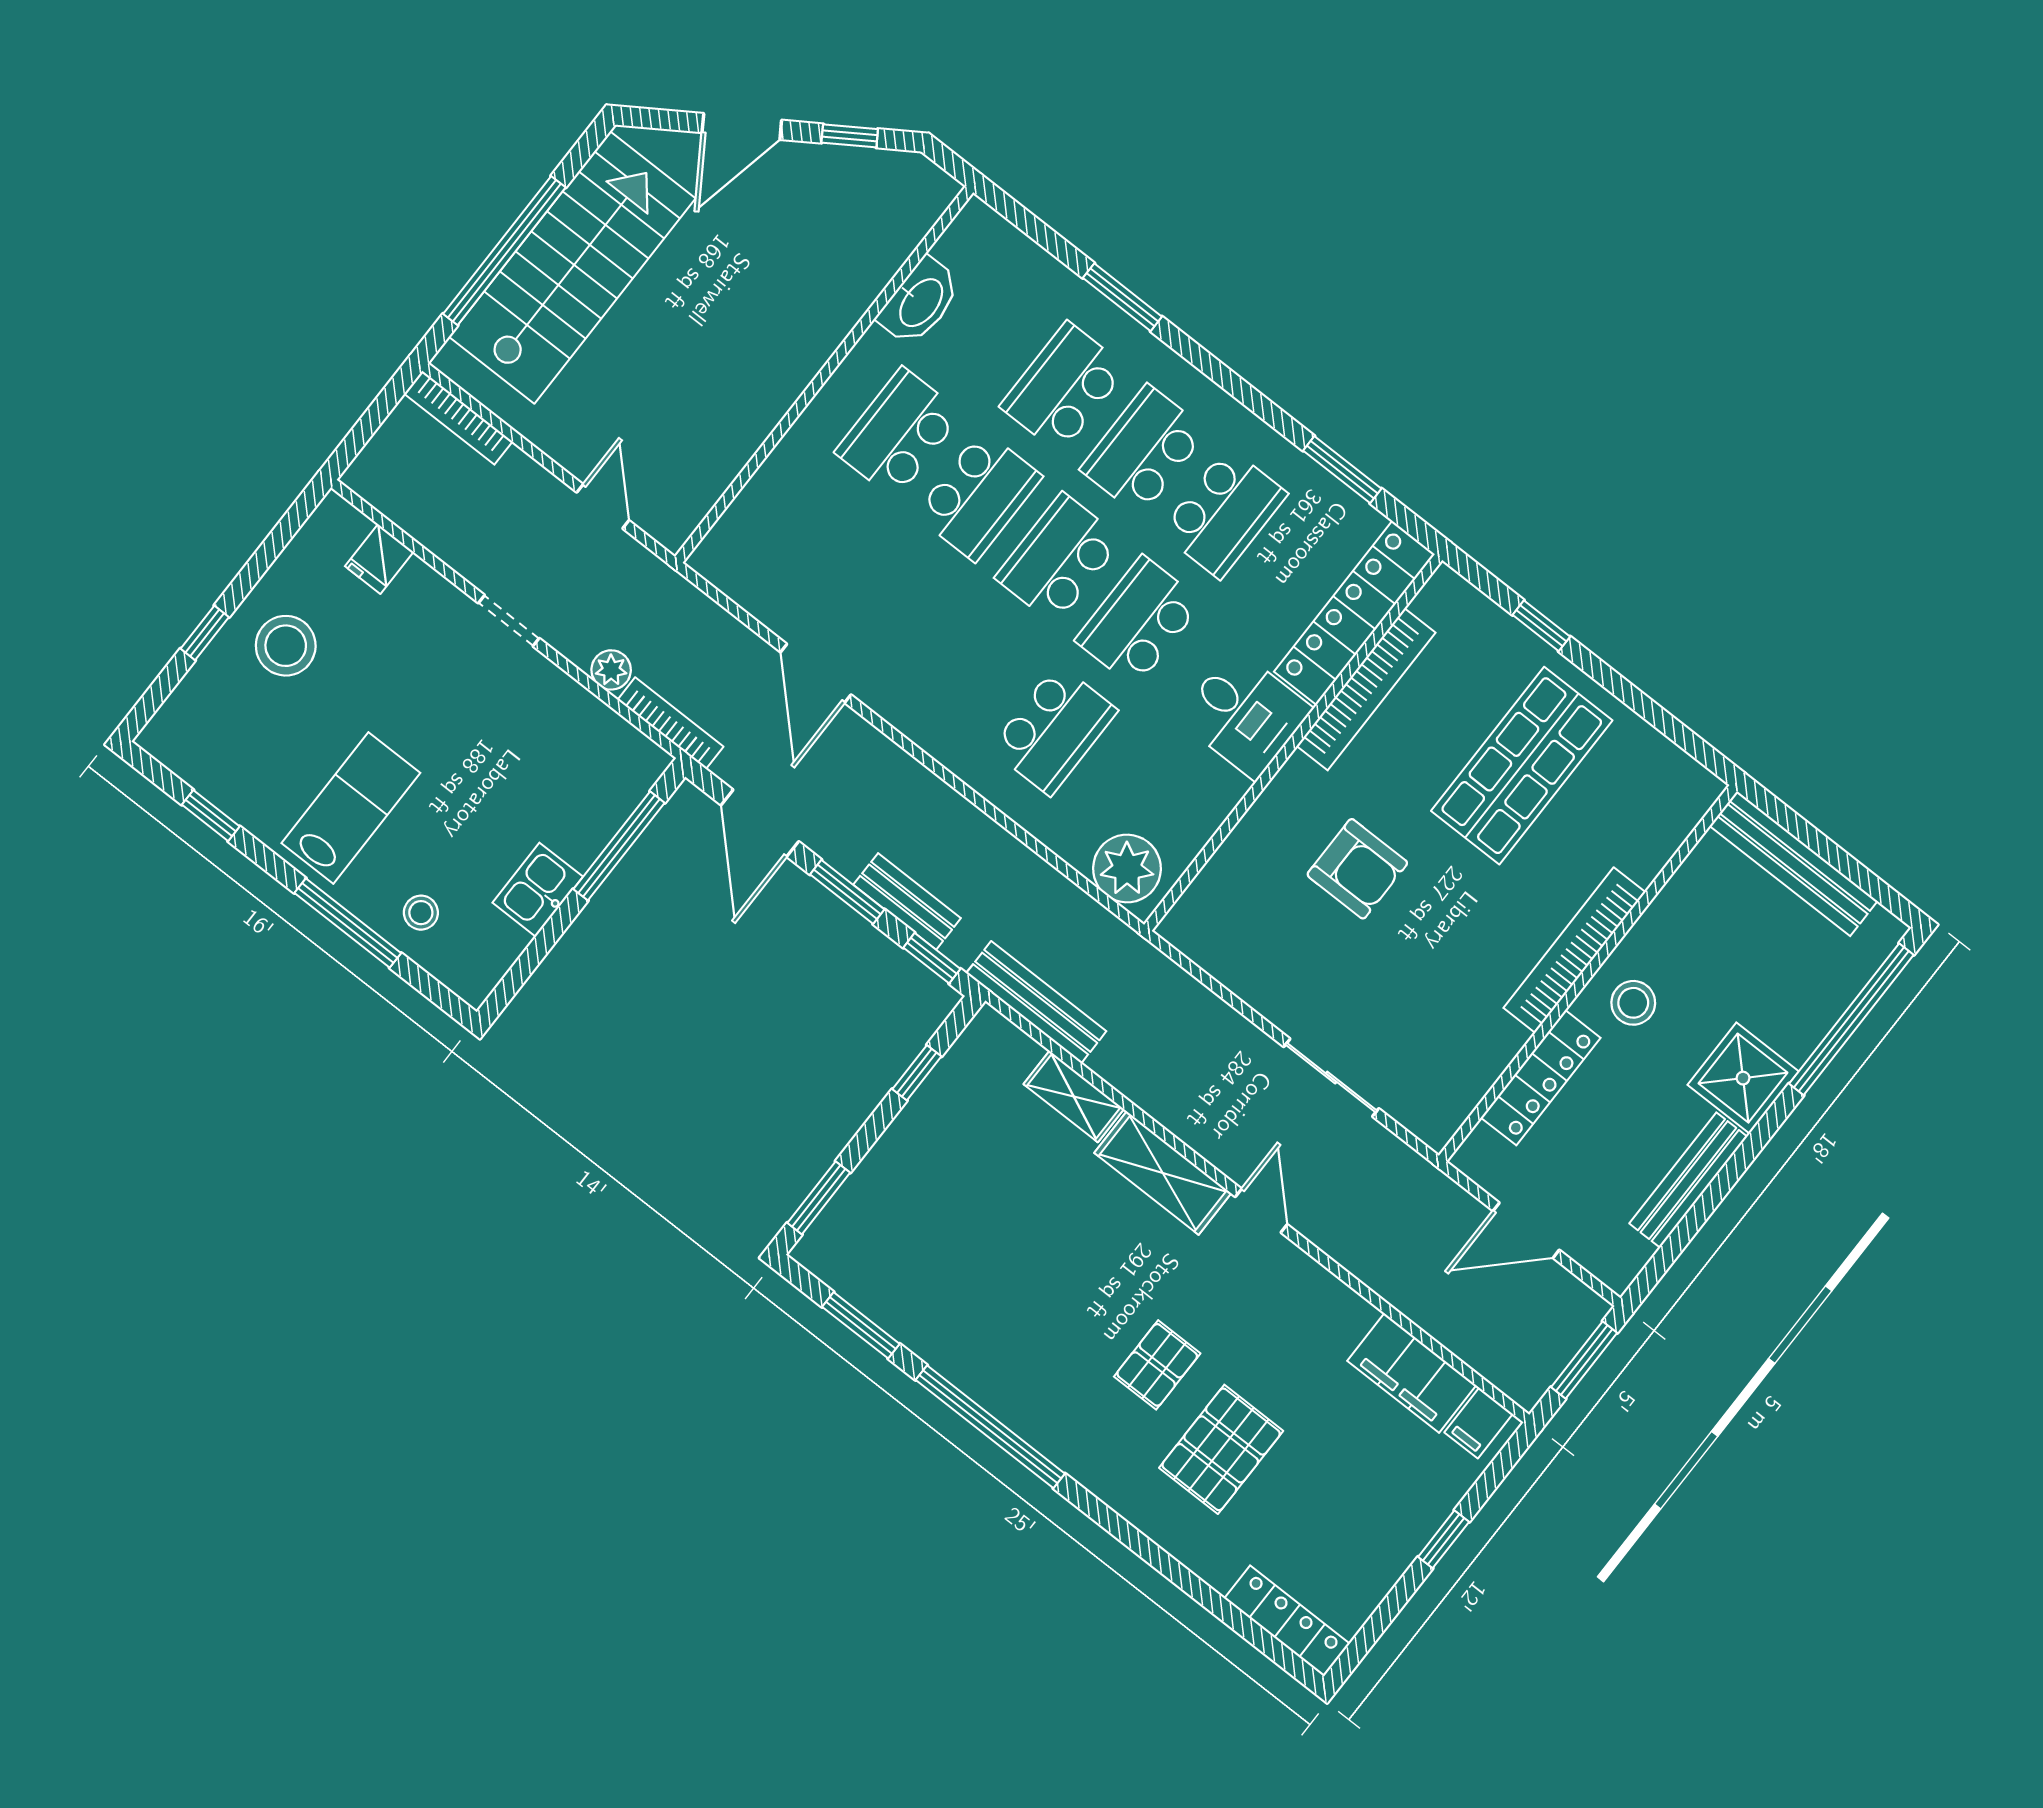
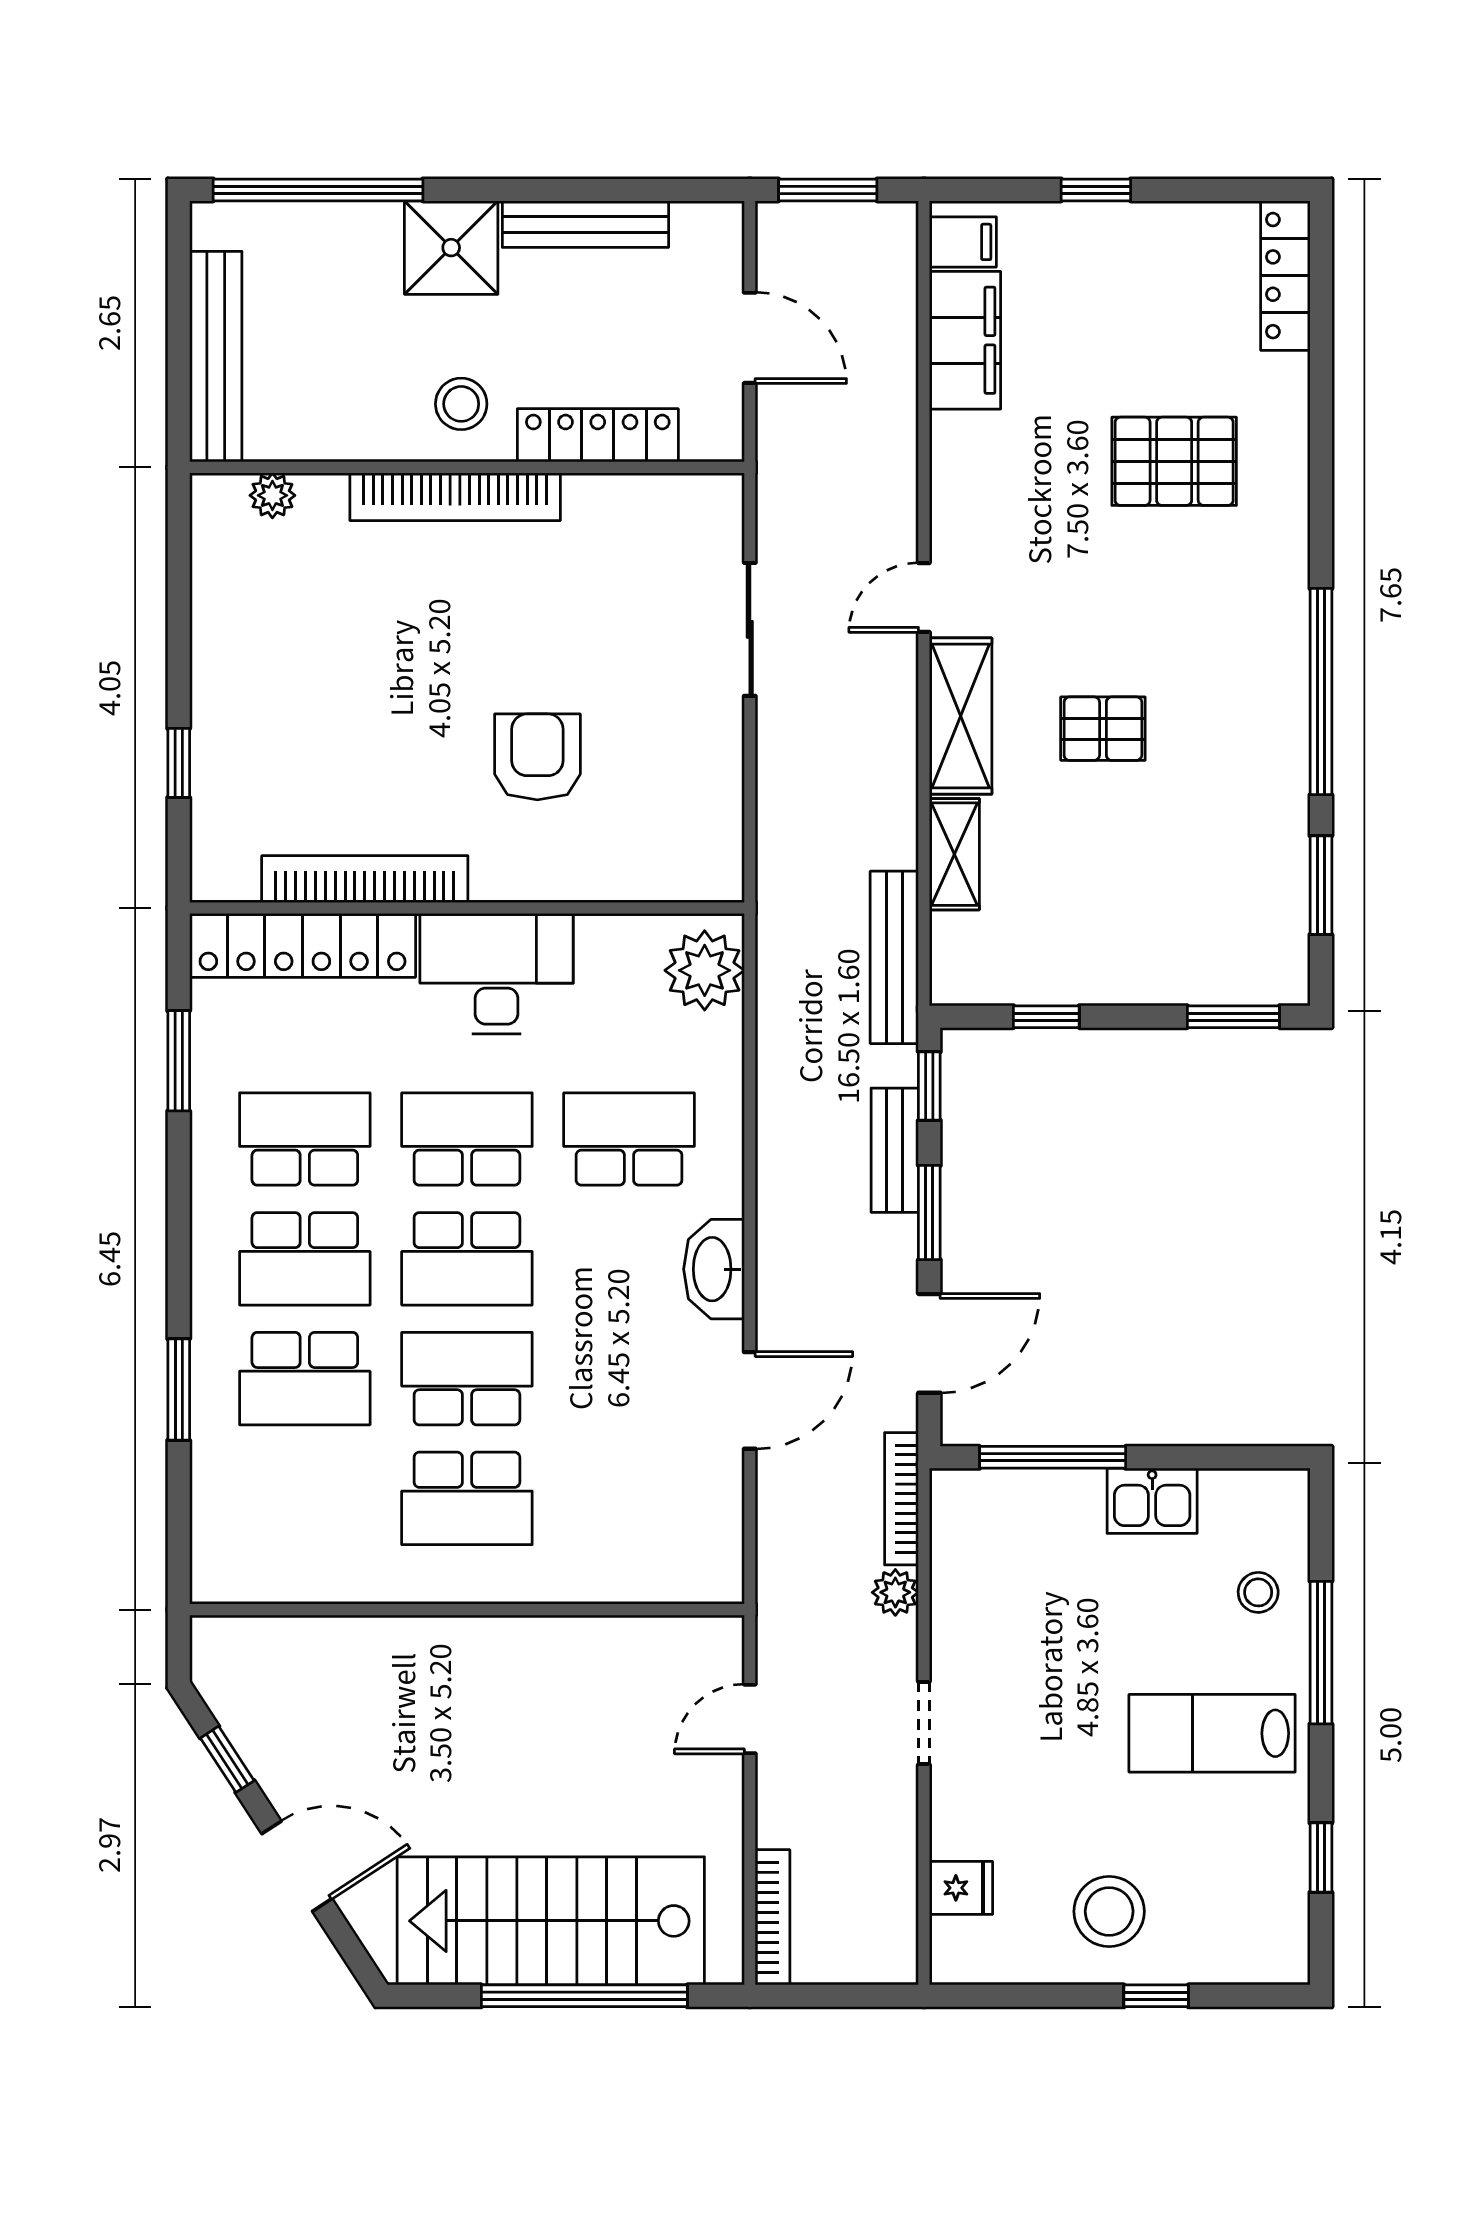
washbasin: (920, 302) -> (714, 1269), moved, turned -90
school desk: (1139, 621) -> (467, 1139), turned 180
desk: (1245, 714) -> (497, 974), width x1.37
shop shelf: (1522, 766) -> (322, 679), removed
plant: (1671, 829) -> (272, 495), added
pallet: (1157, 1365) -> (1103, 729), moved

